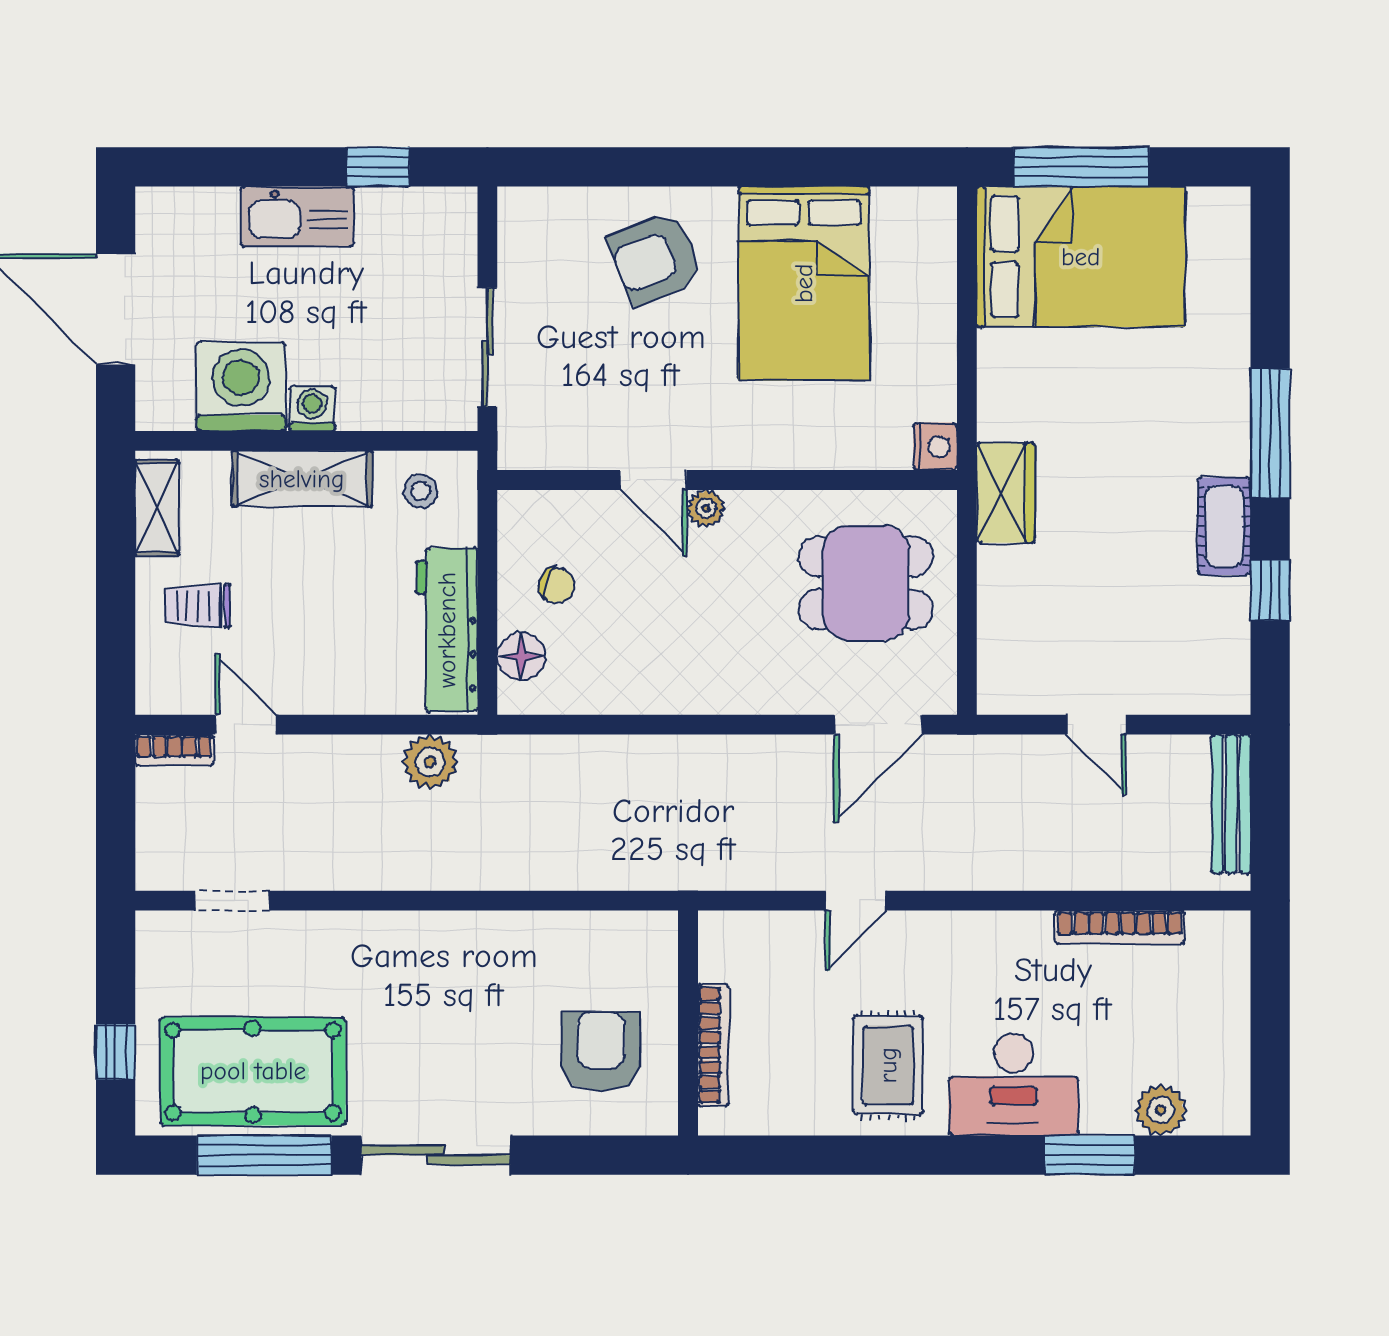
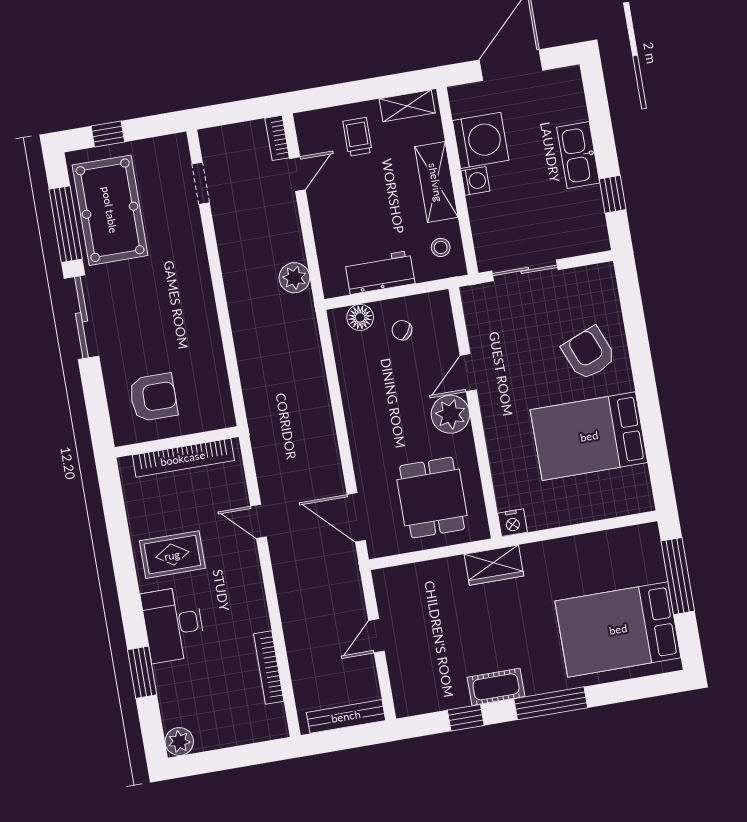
bed: (1081, 257) -> (618, 629), moved, turned 90
plant: (706, 508) -> (450, 414), width x1.88, depth x1.88
chair: (557, 585) -> (402, 330), turned 108
workbench: (447, 630) -> (380, 273), width x0.73
bookcase: (713, 1045) -> (183, 458), width x1.48, depth x1.31
plant: (1161, 1110) -> (179, 742), moved

